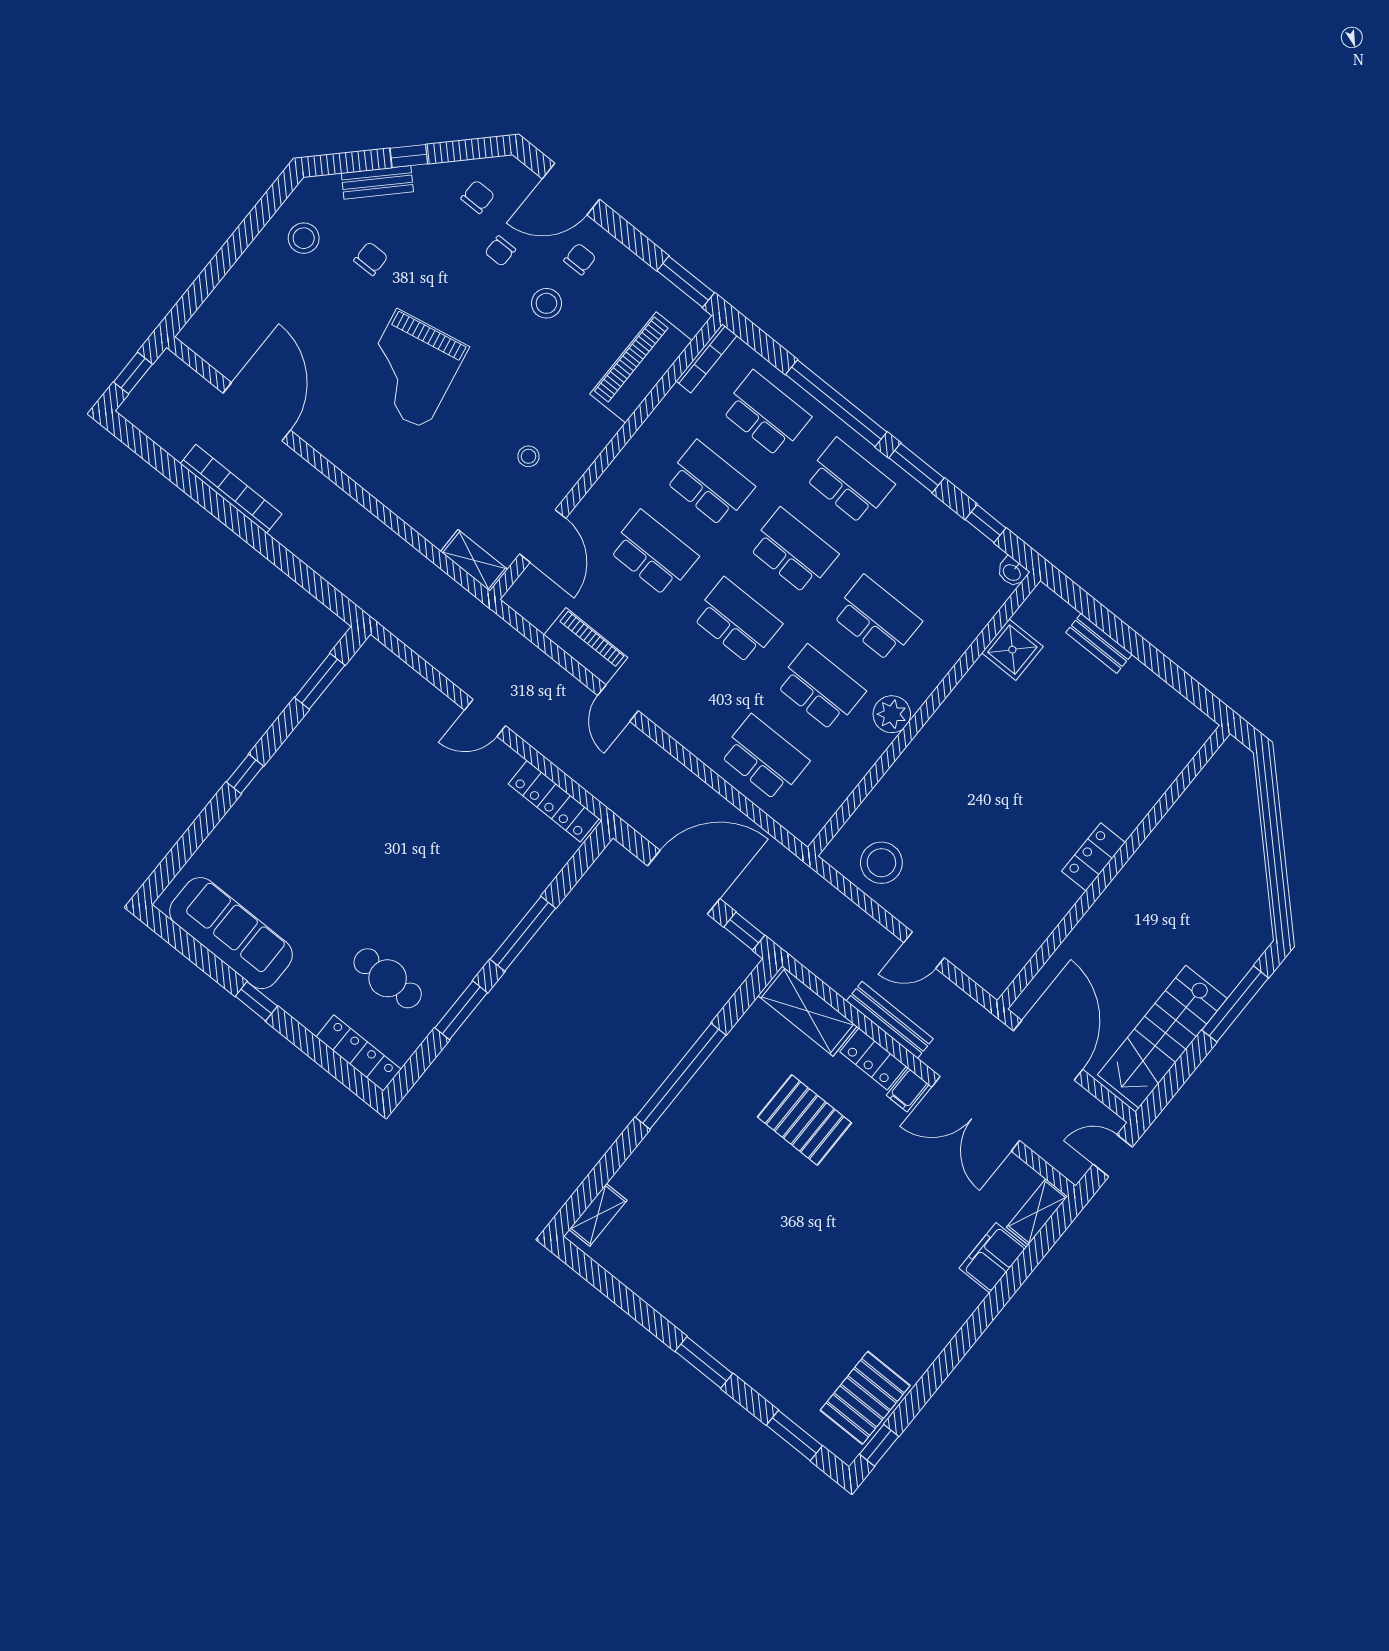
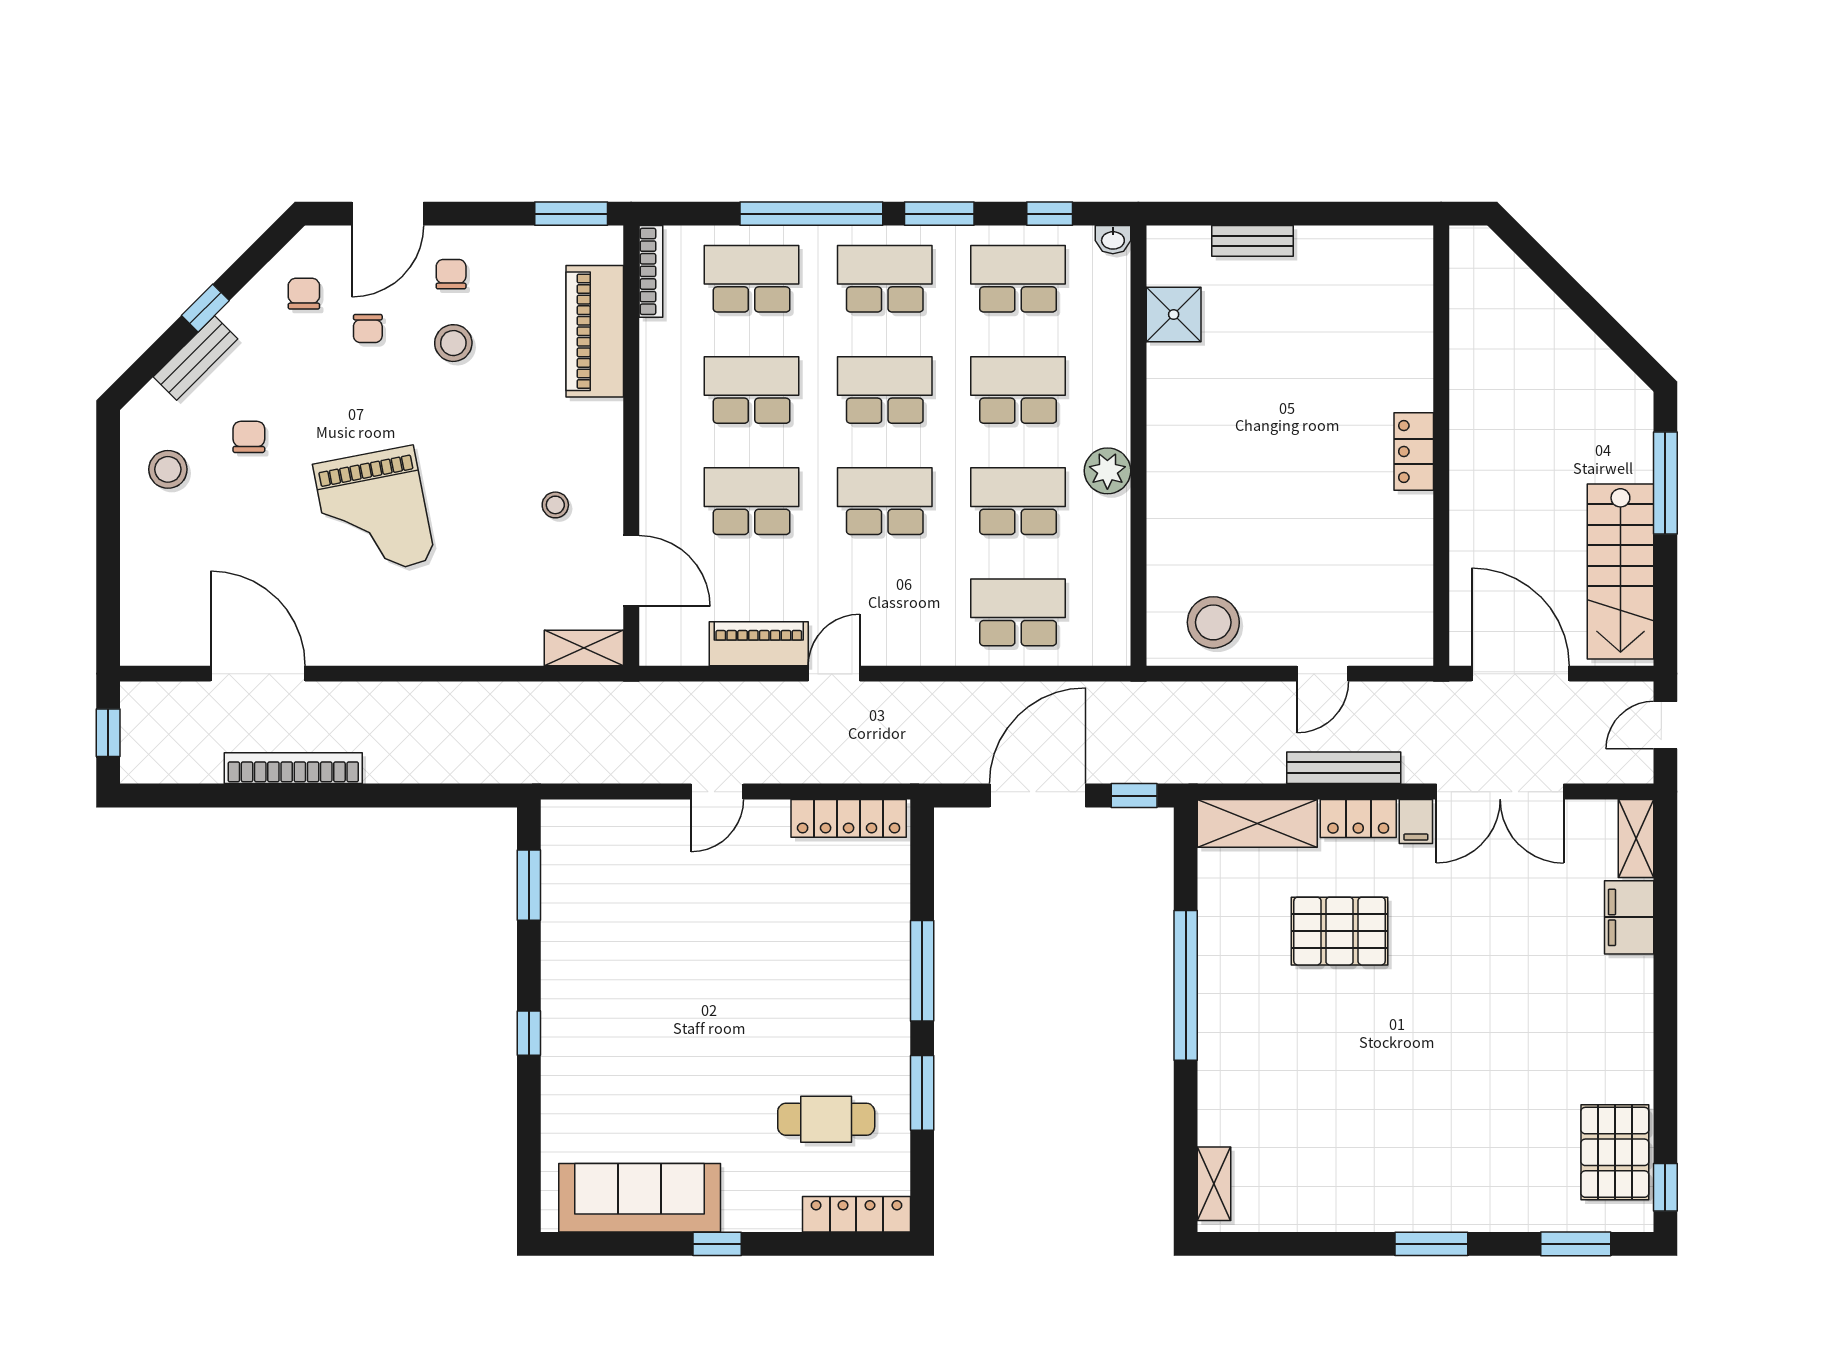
school desk: (933, 549) -> (1018, 279), added
door: (618, 703) -> (834, 674), swing flipped

